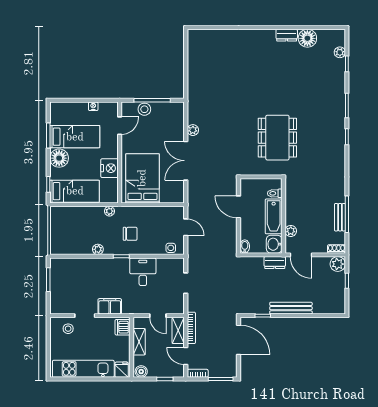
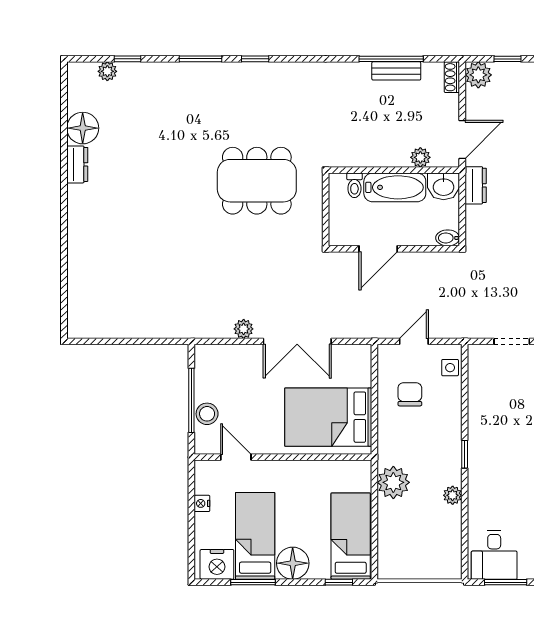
nightstand: (109, 168) -> (217, 564), moved, turned 180
plant: (109, 211) -> (393, 482), width x1.87, depth x1.87
chair: (130, 234) -> (410, 394), moved
desk: (143, 272) -> (494, 555), moved, turned -90

